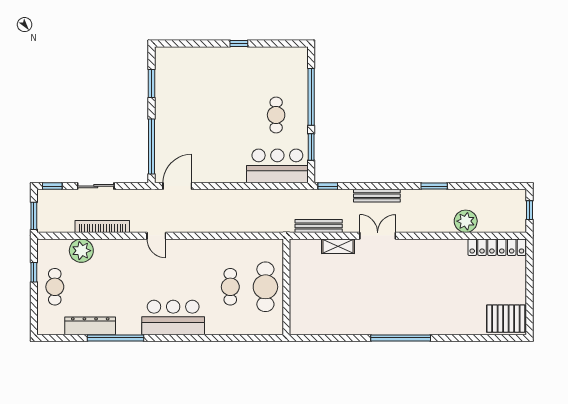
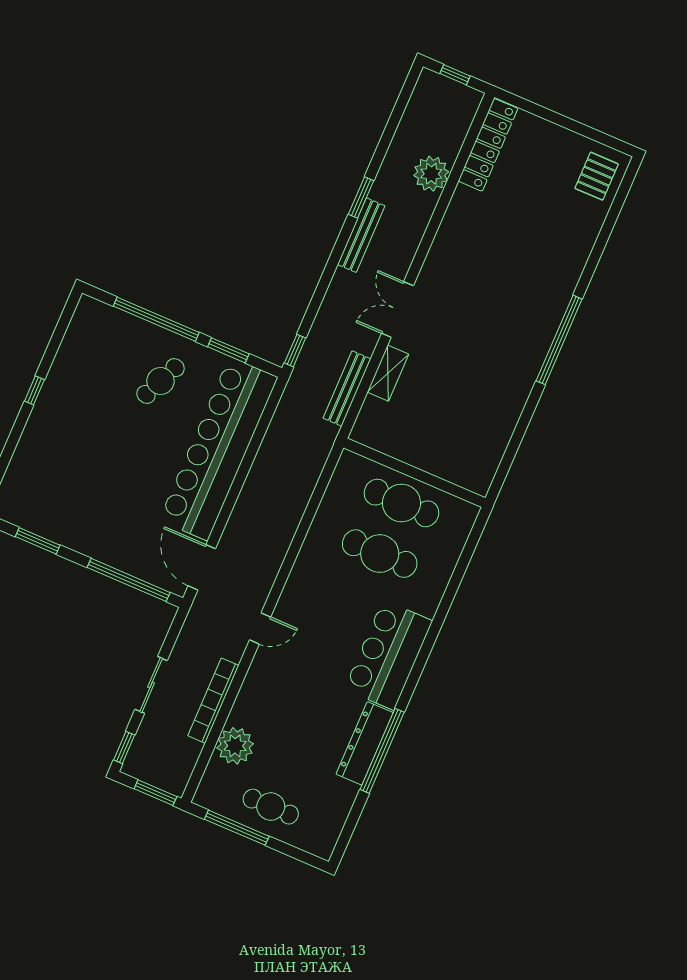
cafe table: (276, 115) -> (161, 381), turned -66
bar counter: (277, 166) -> (218, 449), width x1.86
bench: (377, 196) -> (361, 235), moved
window: (34, 272) -> (237, 828), width x2.17
cafe table: (230, 287) -> (380, 554), width x1.37, depth x1.35
pallet: (506, 319) -> (597, 176), width x0.67, depth x0.71
dresser: (90, 326) -> (365, 743), moved

